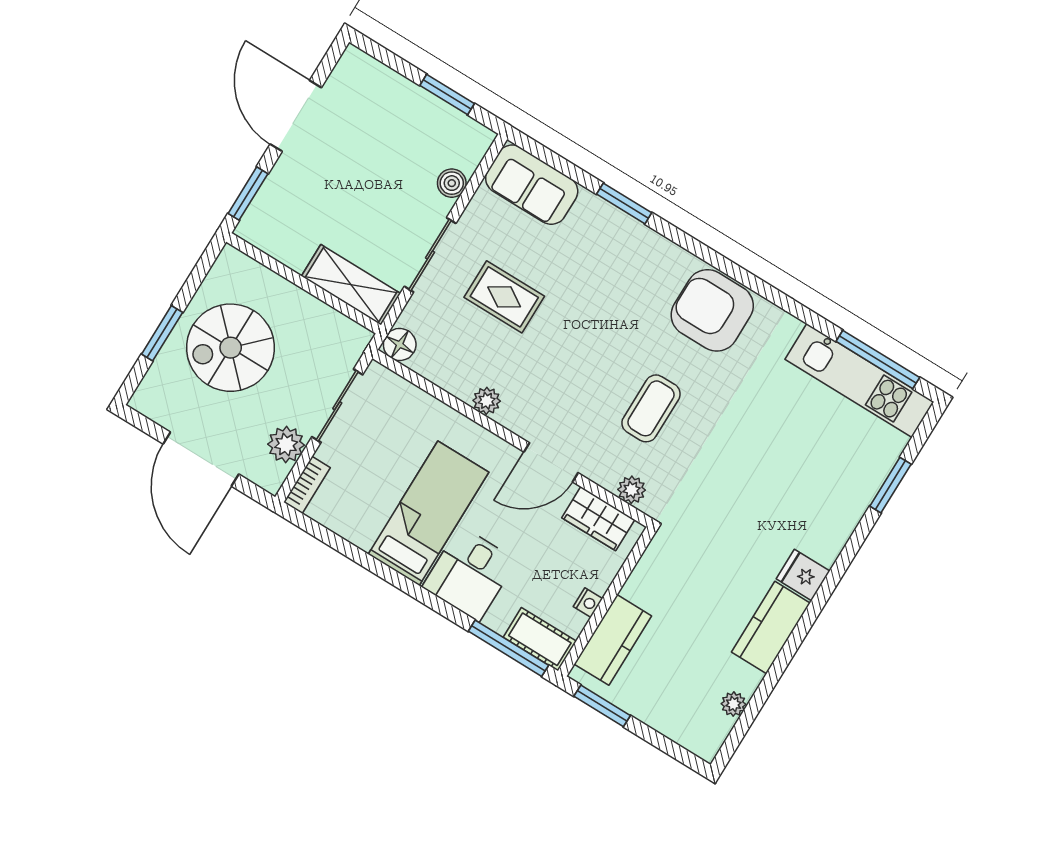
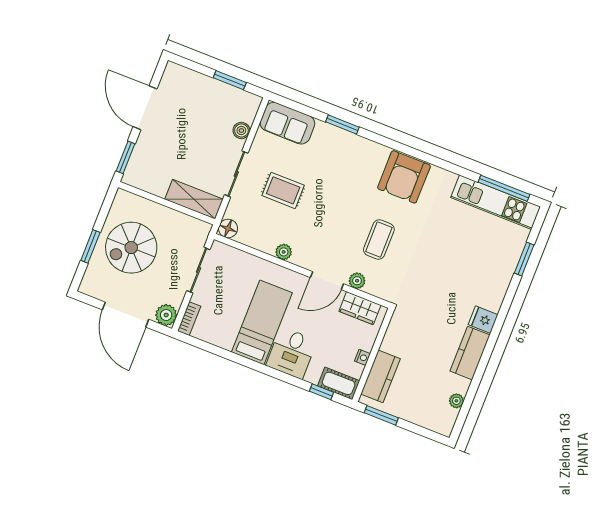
armchair: (712, 310) -> (404, 177), turned -90
plant: (286, 445) -> (166, 315), moved
plant: (632, 490) -> (357, 281), moved
window: (508, 648) -> (321, 392), width x0.46

